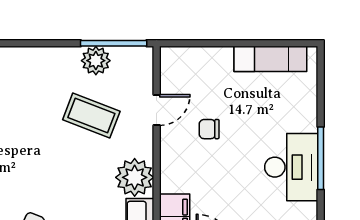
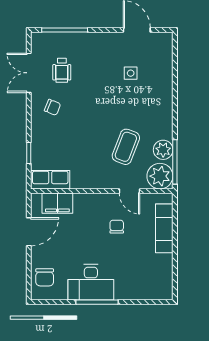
exam couch: (270, 59) -> (164, 228), moved
plant: (135, 177) -> (160, 176), moved

